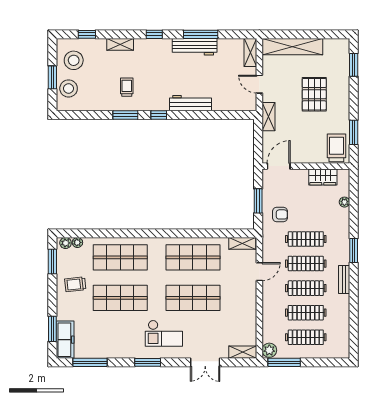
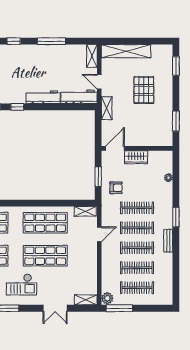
workbench: (195, 47) -> (79, 97), moved, turned 180
trolley: (336, 148) -> (162, 134), removed
wardrobe: (323, 177) -> (136, 157), moved

